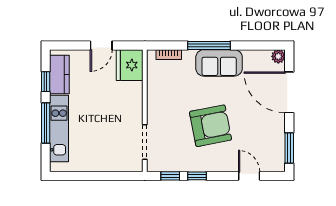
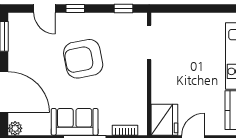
window: (197, 176) -> (75, 8), moved

